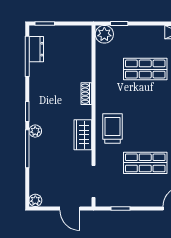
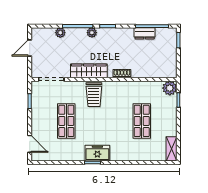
dresser: (36, 49) -> (145, 33), moved
trolley: (113, 129) -> (94, 95), turned 90
wardrobe: (83, 135) -> (89, 71), width x1.50
plant: (35, 200) -> (60, 33), moved
door: (70, 209) -> (30, 48), moved

